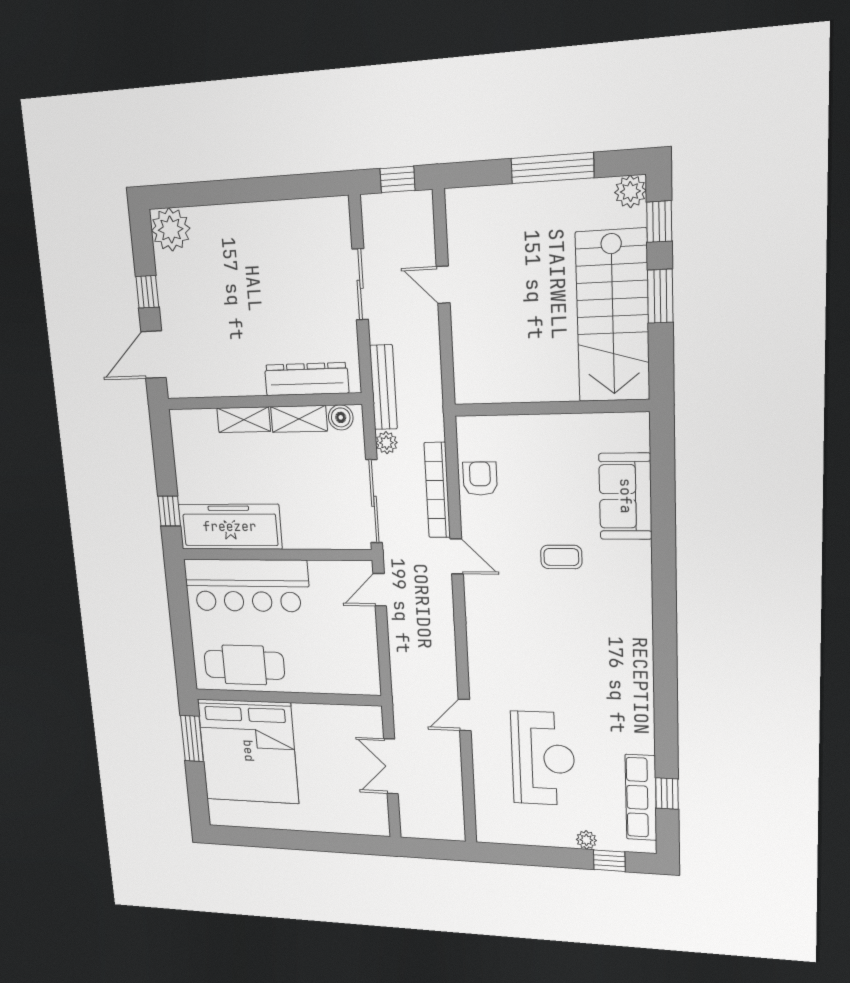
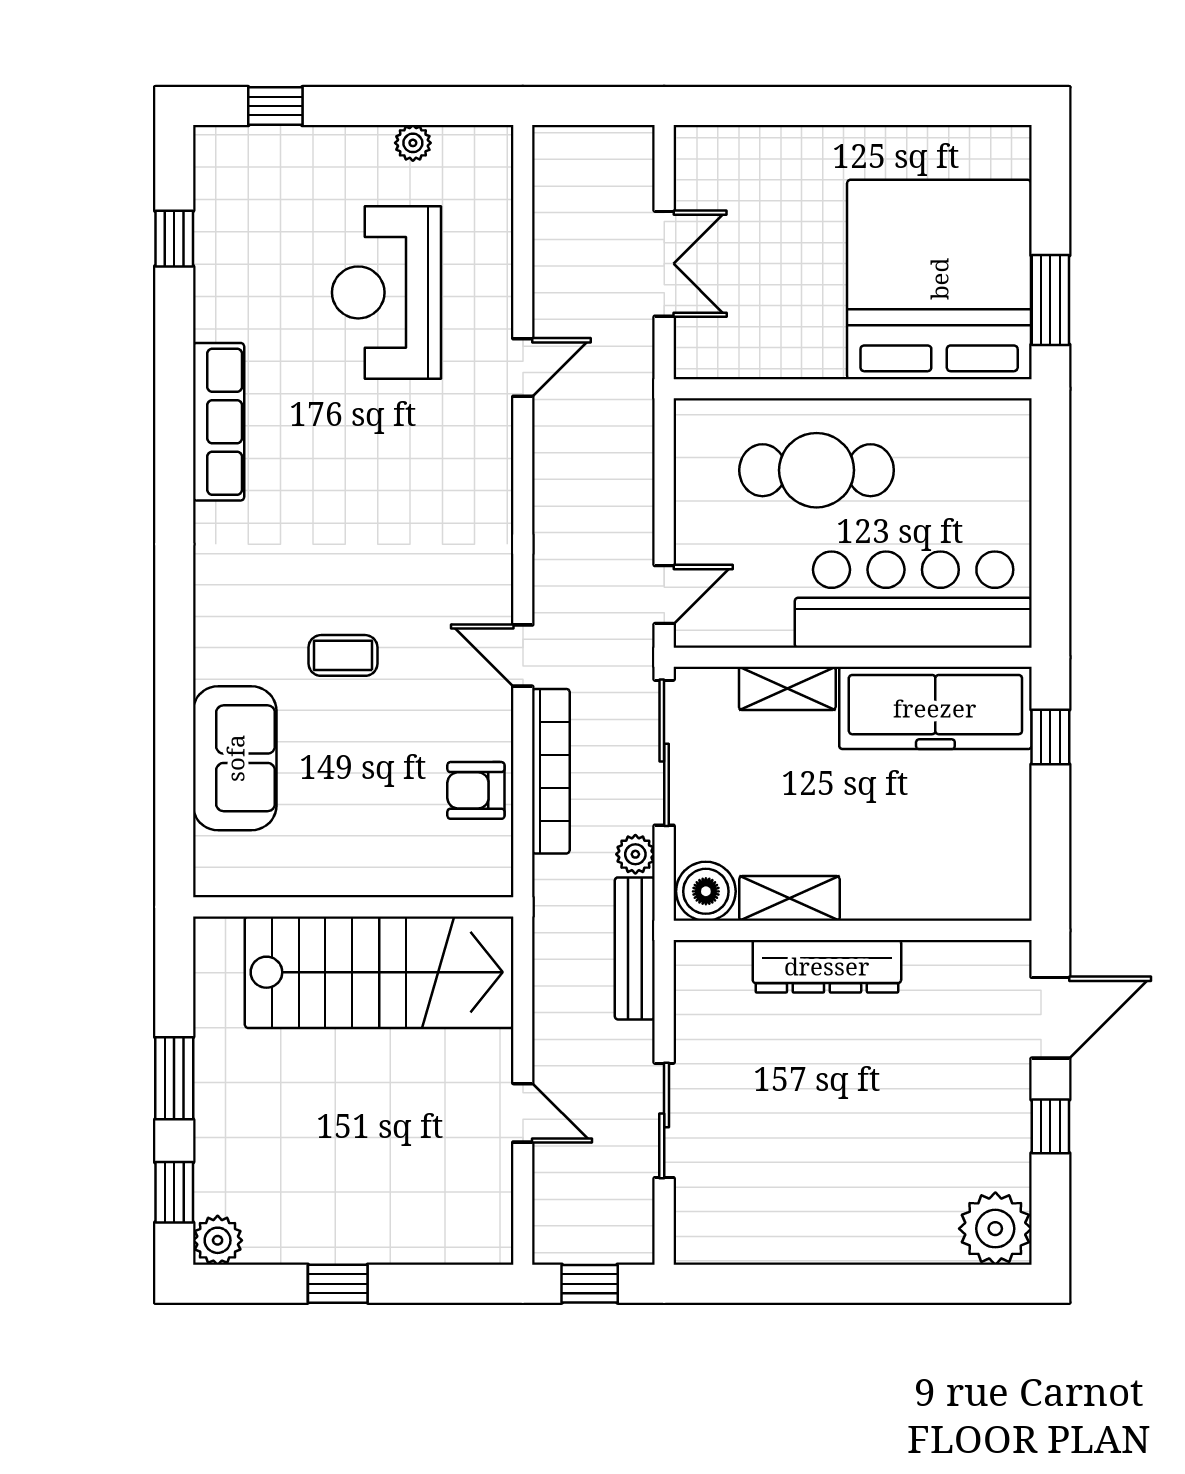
window: (552, 168) -> (338, 1284), width x0.46
stairs: (613, 316) -> (379, 972), moved, turned 90
dresser: (307, 379) -> (827, 966), moved
boiler: (341, 417) -> (706, 891), width x1.36, depth x1.36
shelving: (244, 420) -> (787, 688), moved
armchair: (480, 479) -> (476, 790), turned 90
cafe table: (244, 665) -> (817, 470), moved
row of seats: (641, 797) -> (219, 422), moved
plant: (586, 840) -> (413, 143), moved

